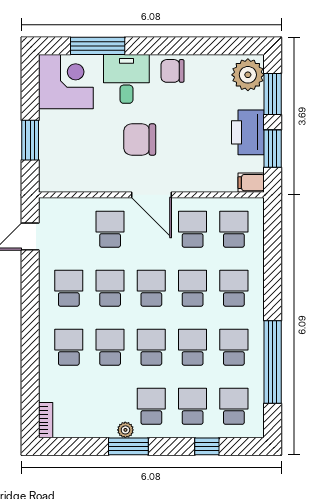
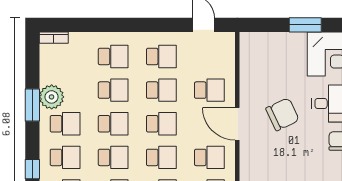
window: (30, 140) -> (305, 25), moved
chair: (140, 140) -> (282, 114), turned 65
door: (151, 195) -> (237, 124), hinge flipped
plant: (125, 430) -> (52, 97), width x1.88, depth x1.88

